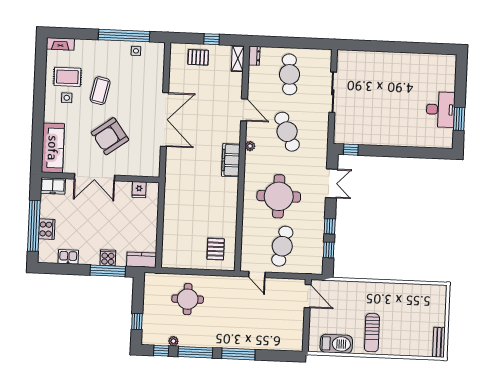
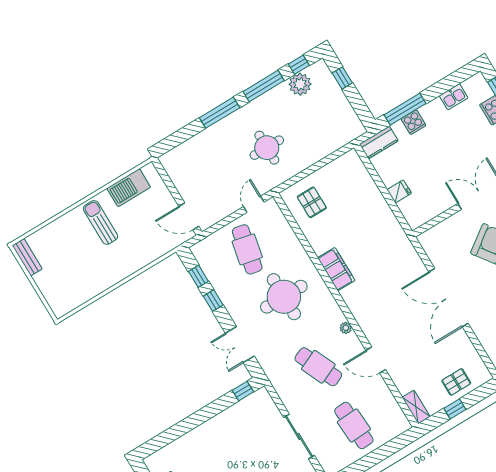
dresser: (254, 56) -> (401, 421), removed
filing cabinet: (231, 160) -> (336, 269), moved
fridge: (139, 190) -> (399, 191), moved, turned 90
door: (257, 274) -> (254, 204), hinge flipped
round table: (188, 299) -> (267, 148), moved
plant: (173, 341) -> (300, 84), width x1.88, depth x1.88

